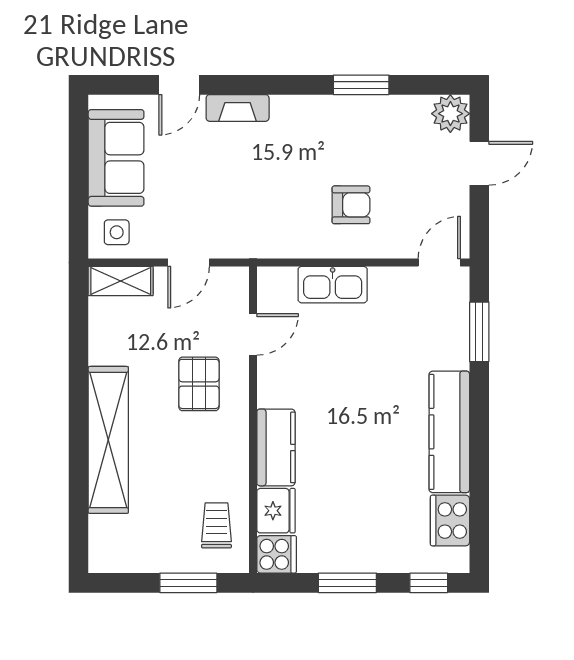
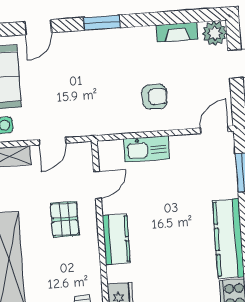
window: (361, 85) -> (102, 23), moved
fireplace: (238, 108) -> (177, 32), moved
kitchen counter: (276, 447) -> (116, 239), moved

